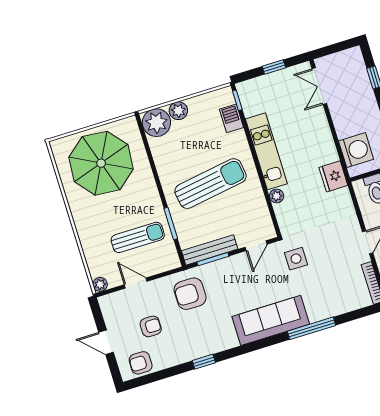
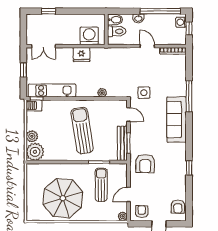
barbecue: (231, 118) -> (34, 105), moved
kitchen unit: (266, 151) -> (52, 91), moved
parasol: (101, 163) -> (63, 198), moved
fridge: (333, 176) -> (81, 55), moved
armchair: (151, 326) -> (142, 212), moved

